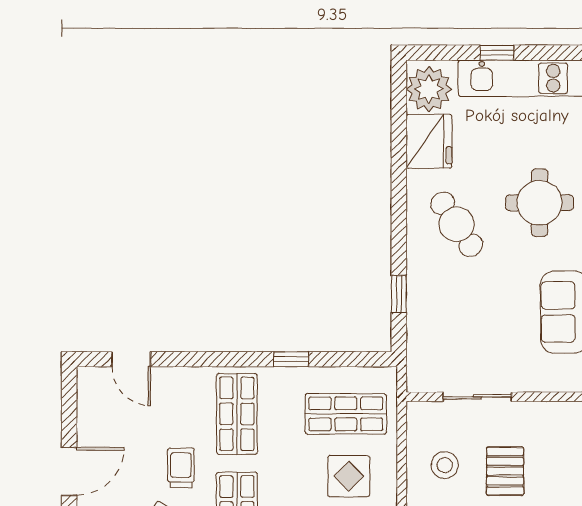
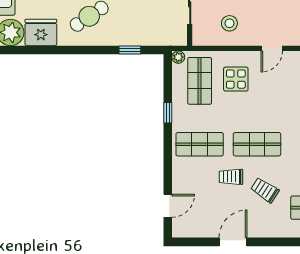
plant: (387, 377) -> (178, 57), added
door: (69, 471) -> (233, 242), hinge flipped

